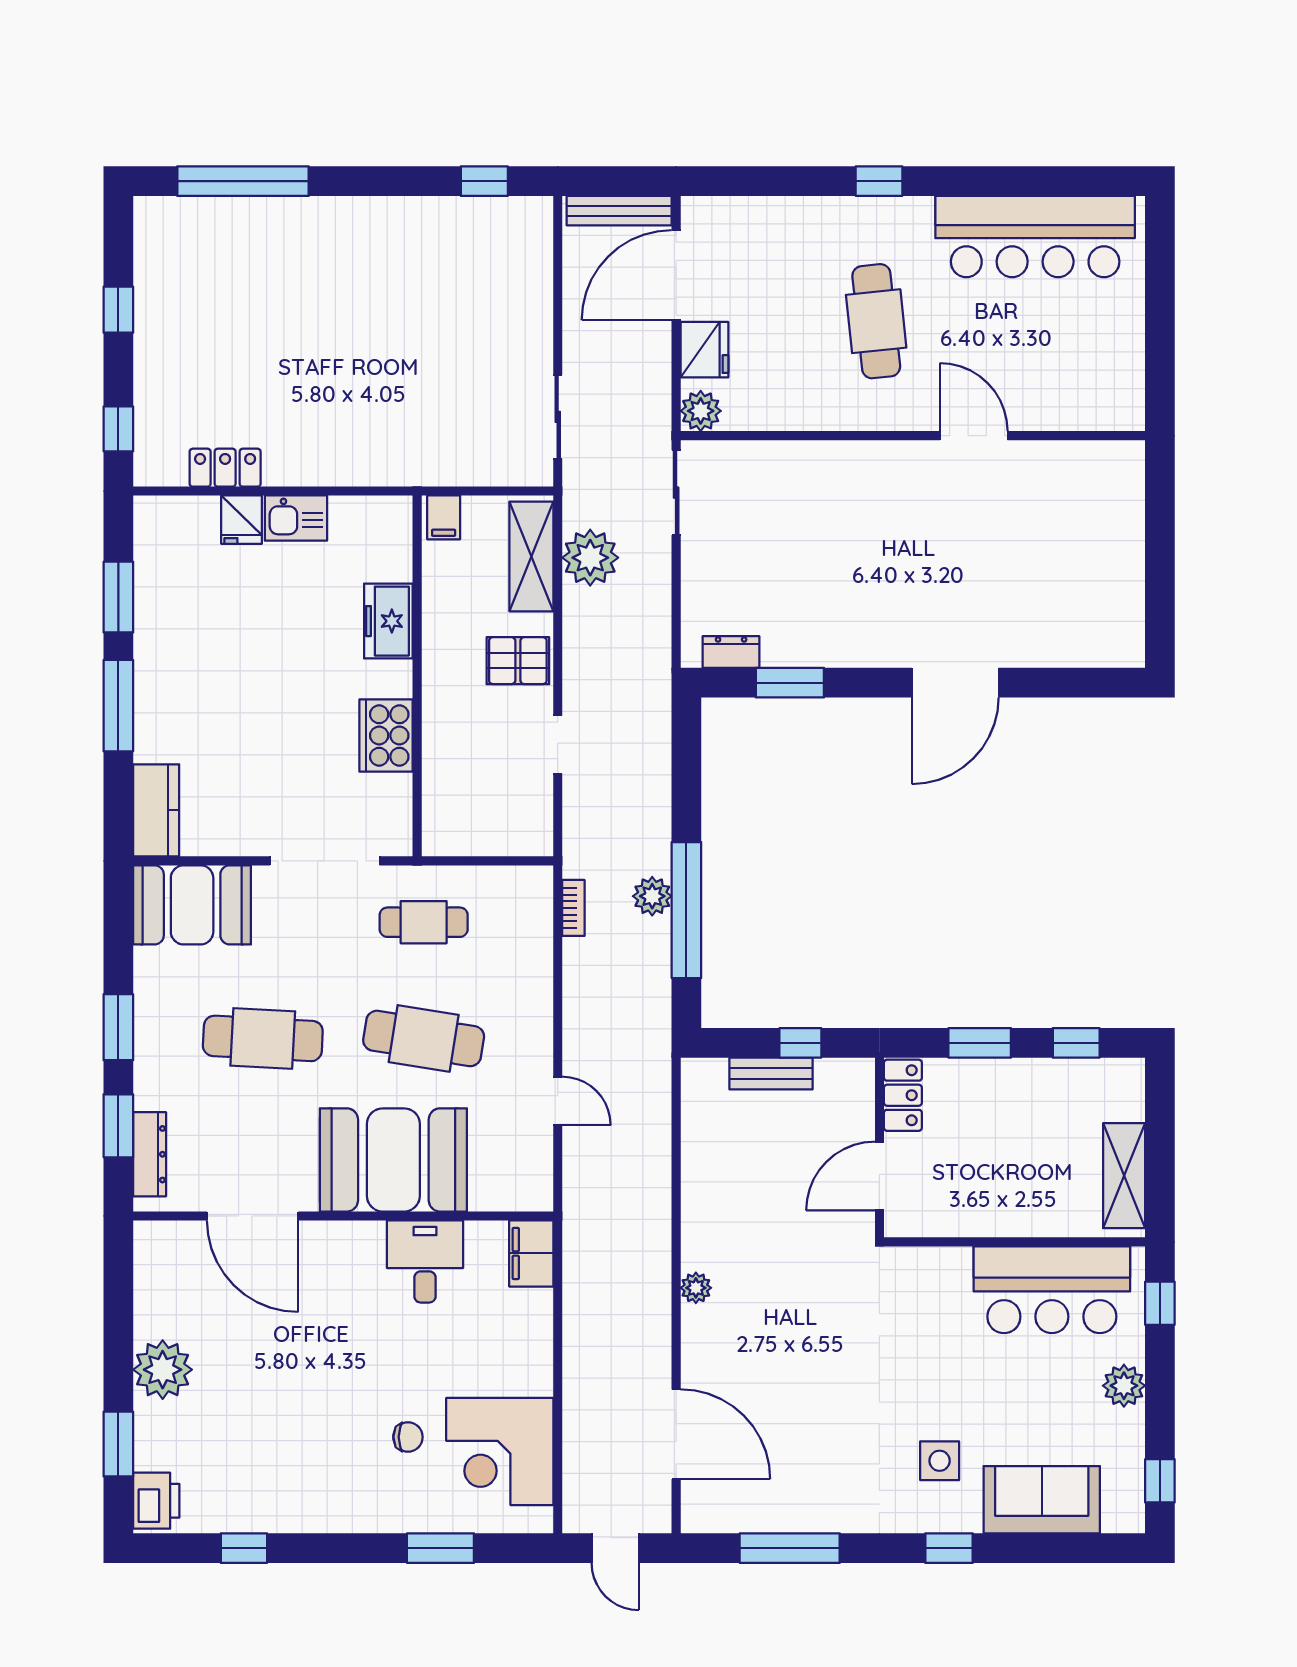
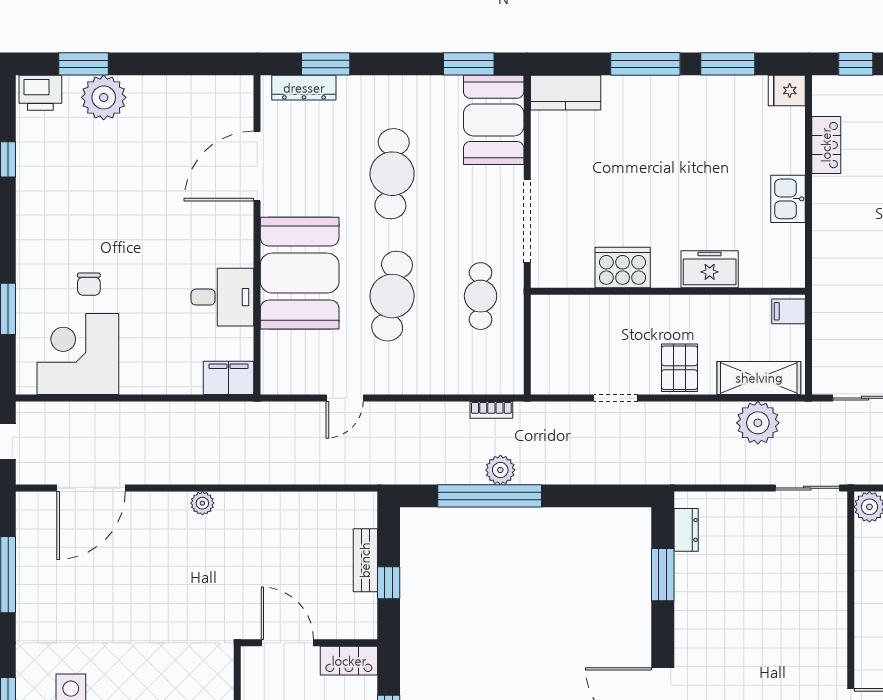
fridge: (242, 520) -> (787, 90), moved
window: (118, 1027) -> (469, 64), moved
plant: (163, 1370) -> (104, 97), moved

